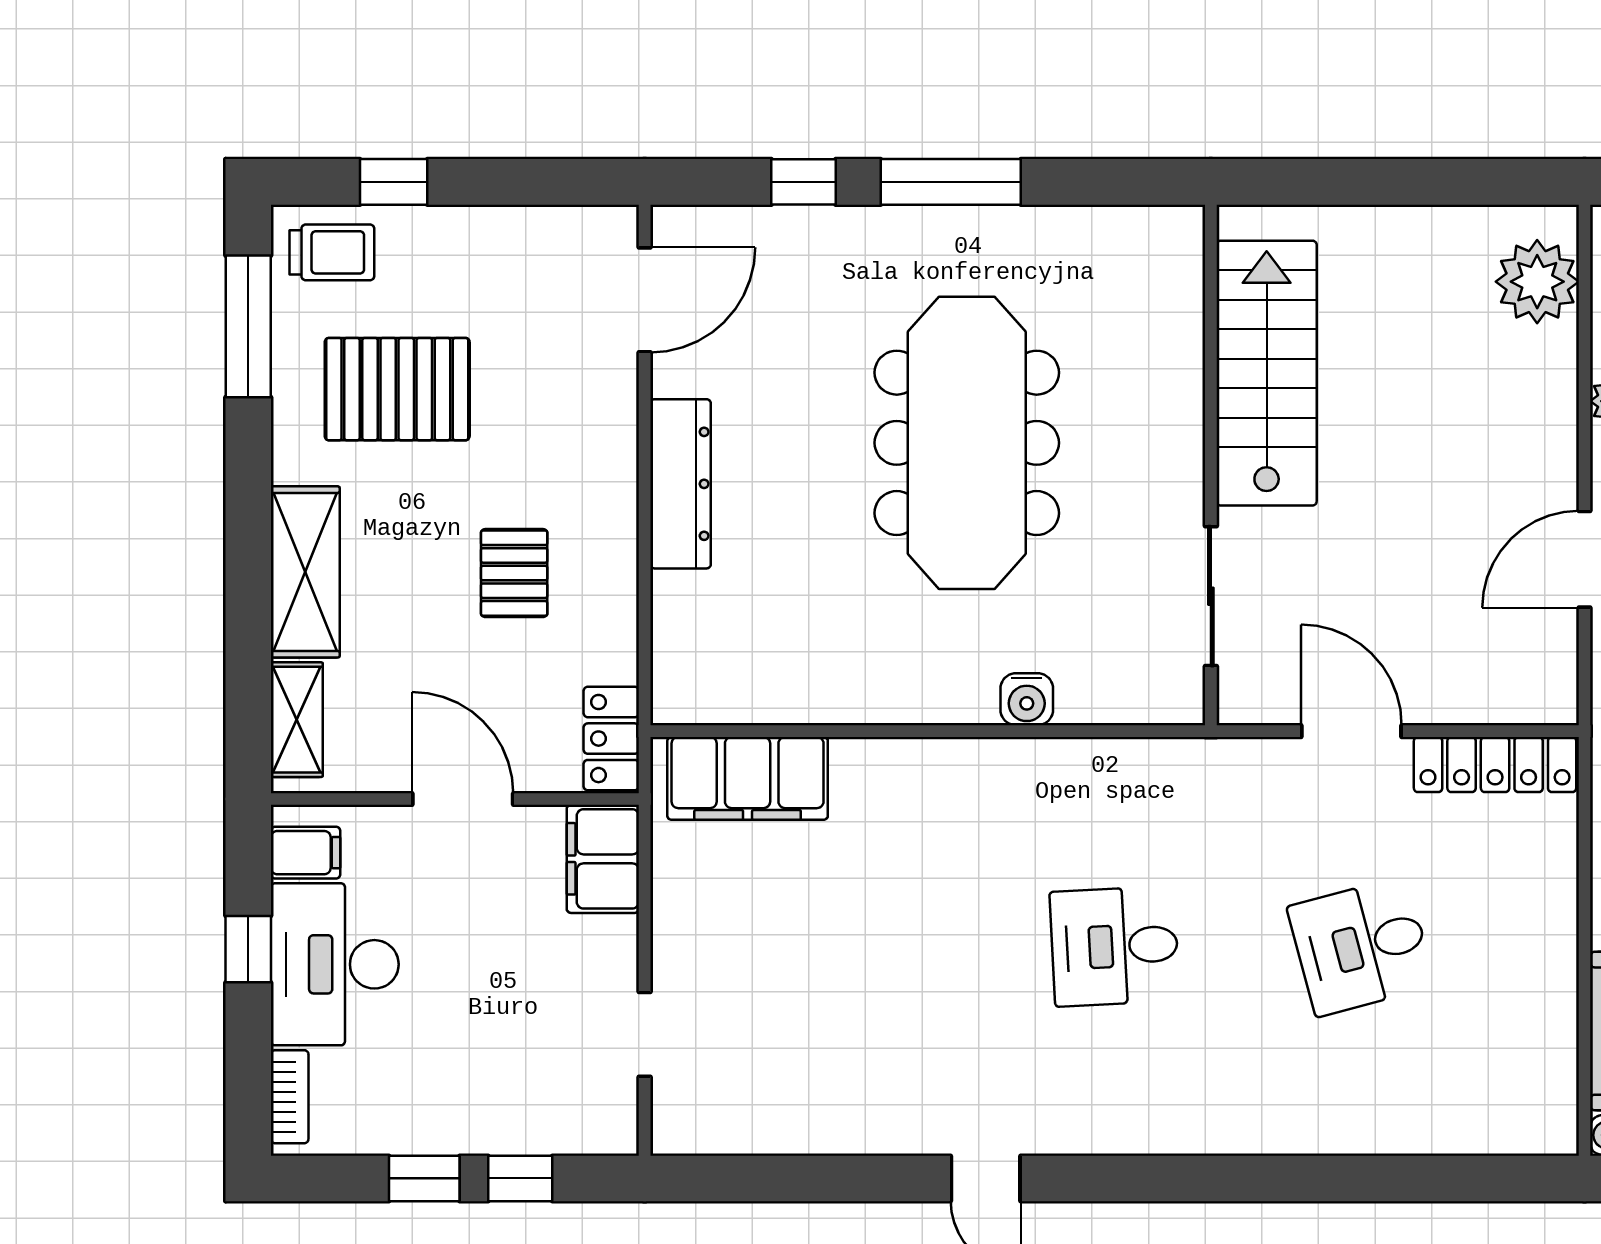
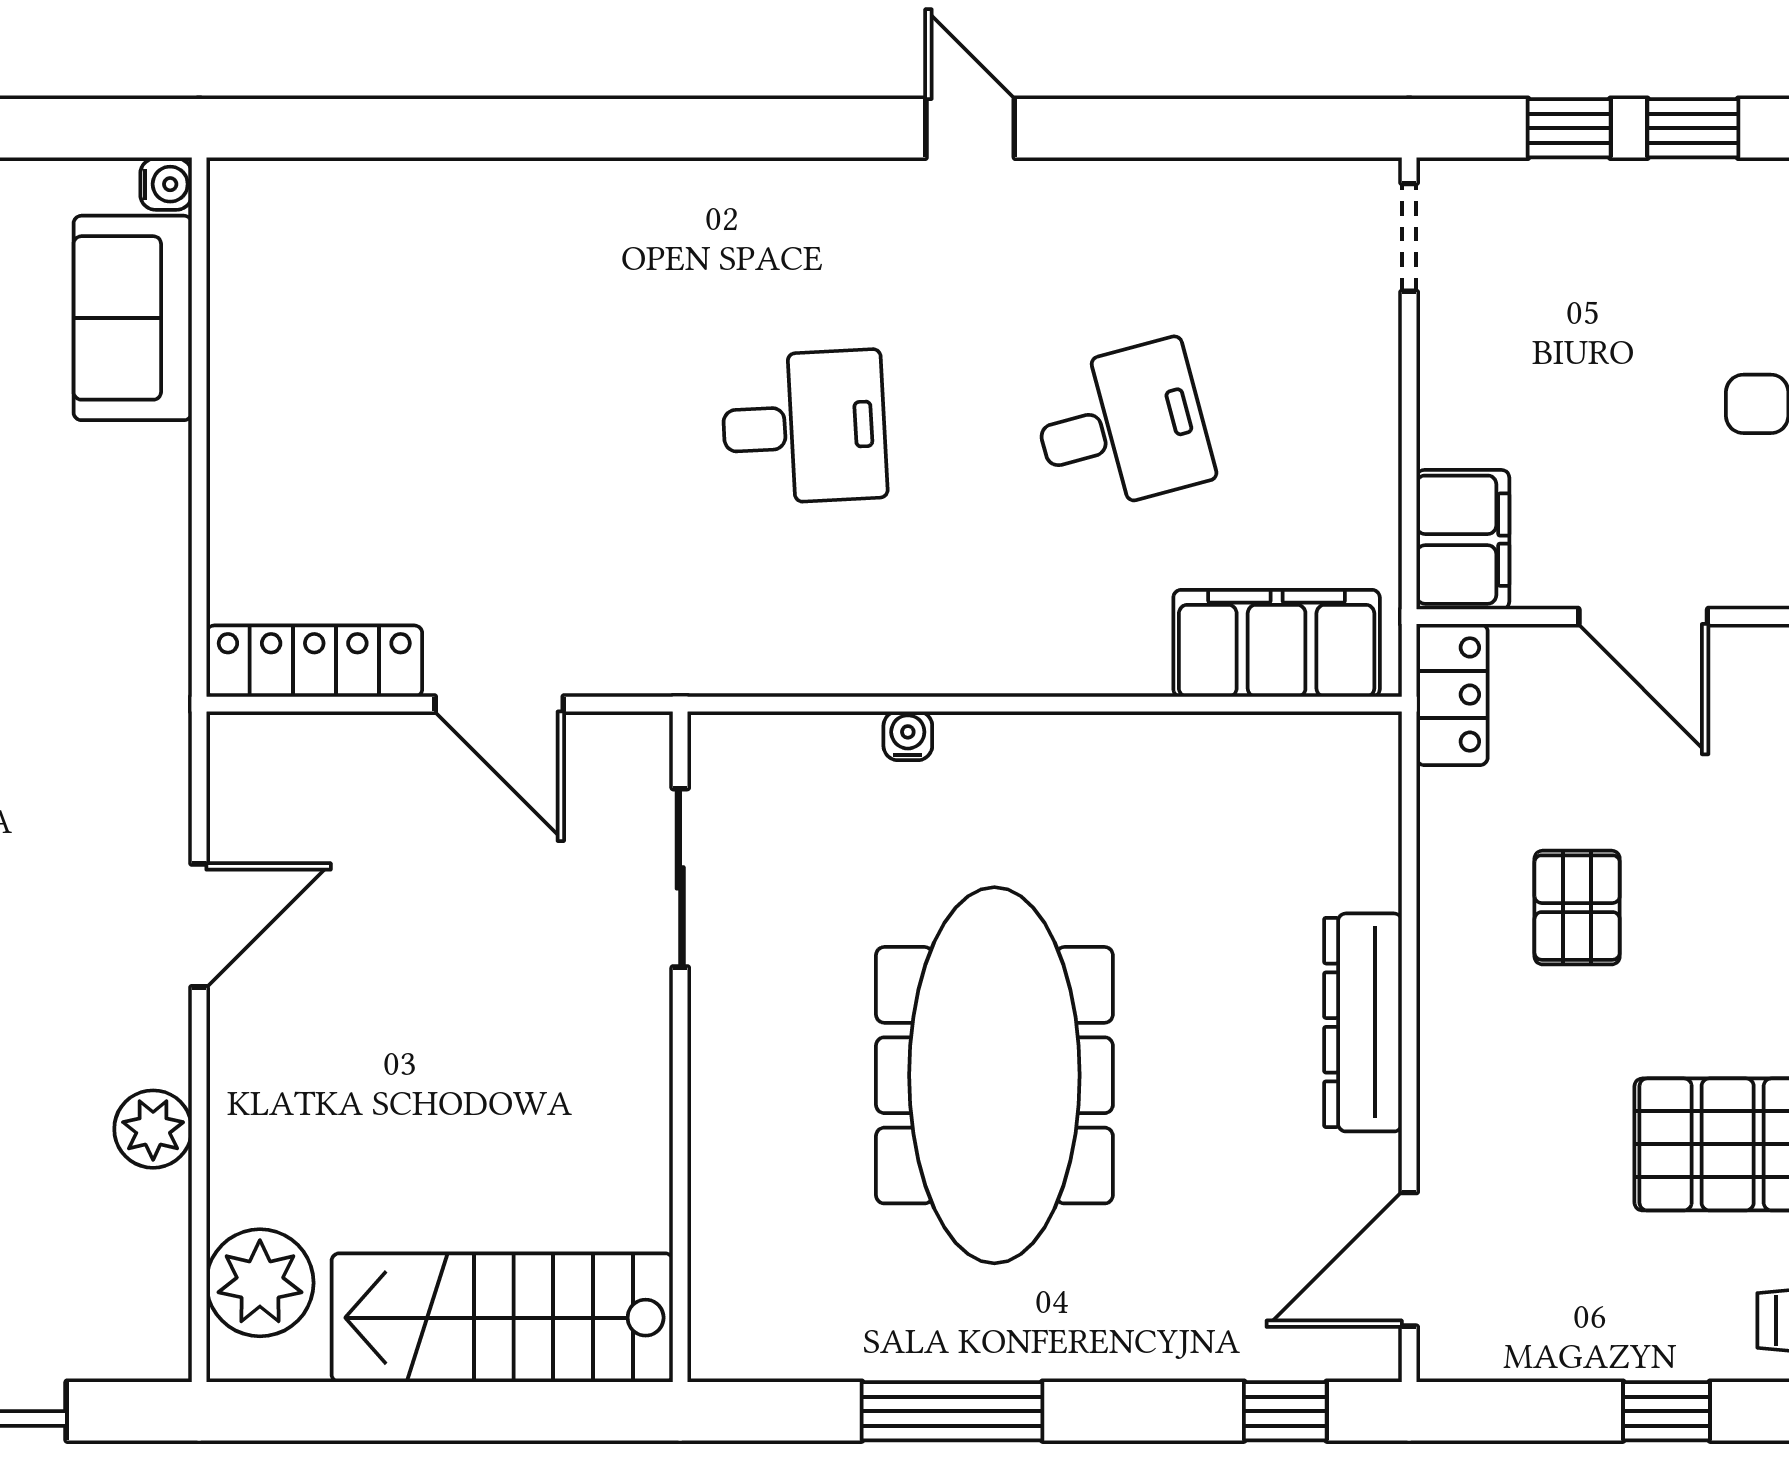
window: (394, 182) -> (1666, 1411), moved
window: (803, 182) -> (1285, 1411), moved
window: (951, 182) -> (952, 1411), moved
stairs: (1267, 373) -> (502, 1318), moved, turned 90
water cooler: (1027, 699) -> (908, 736), width x0.72, depth x0.72
desk: (1361, 946) -> (1122, 427), moved
doorway: (645, 1034) -> (1409, 237), moved

